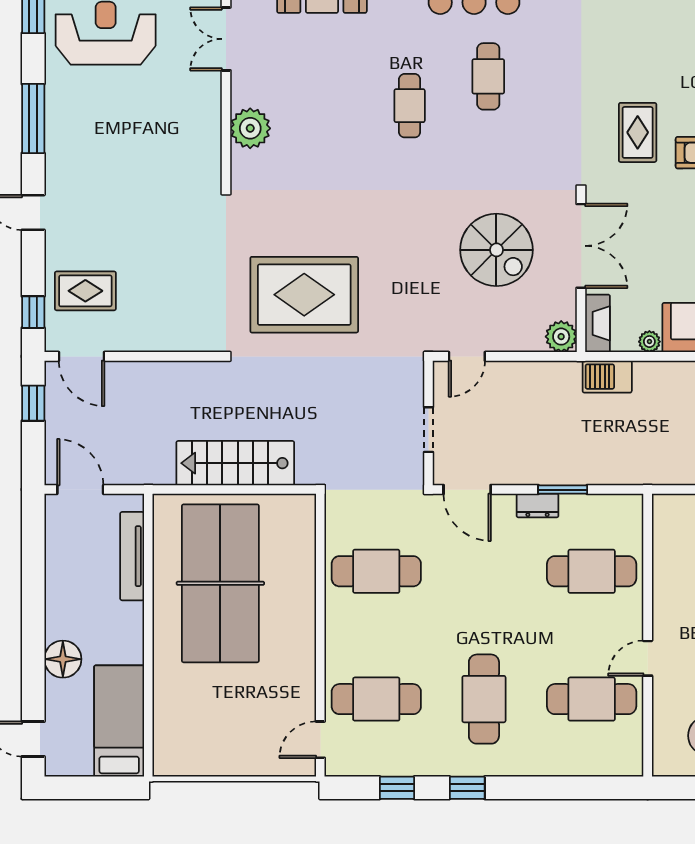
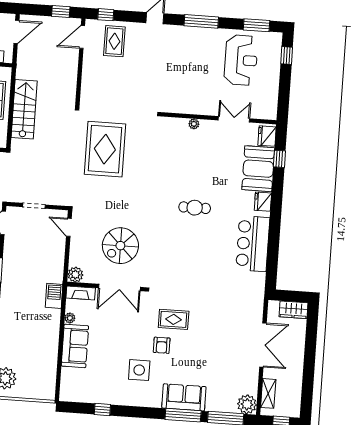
cafe table: (488, 76) -> (206, 248), removed
plant: (250, 128) -> (194, 124), width x0.53, depth x0.53

